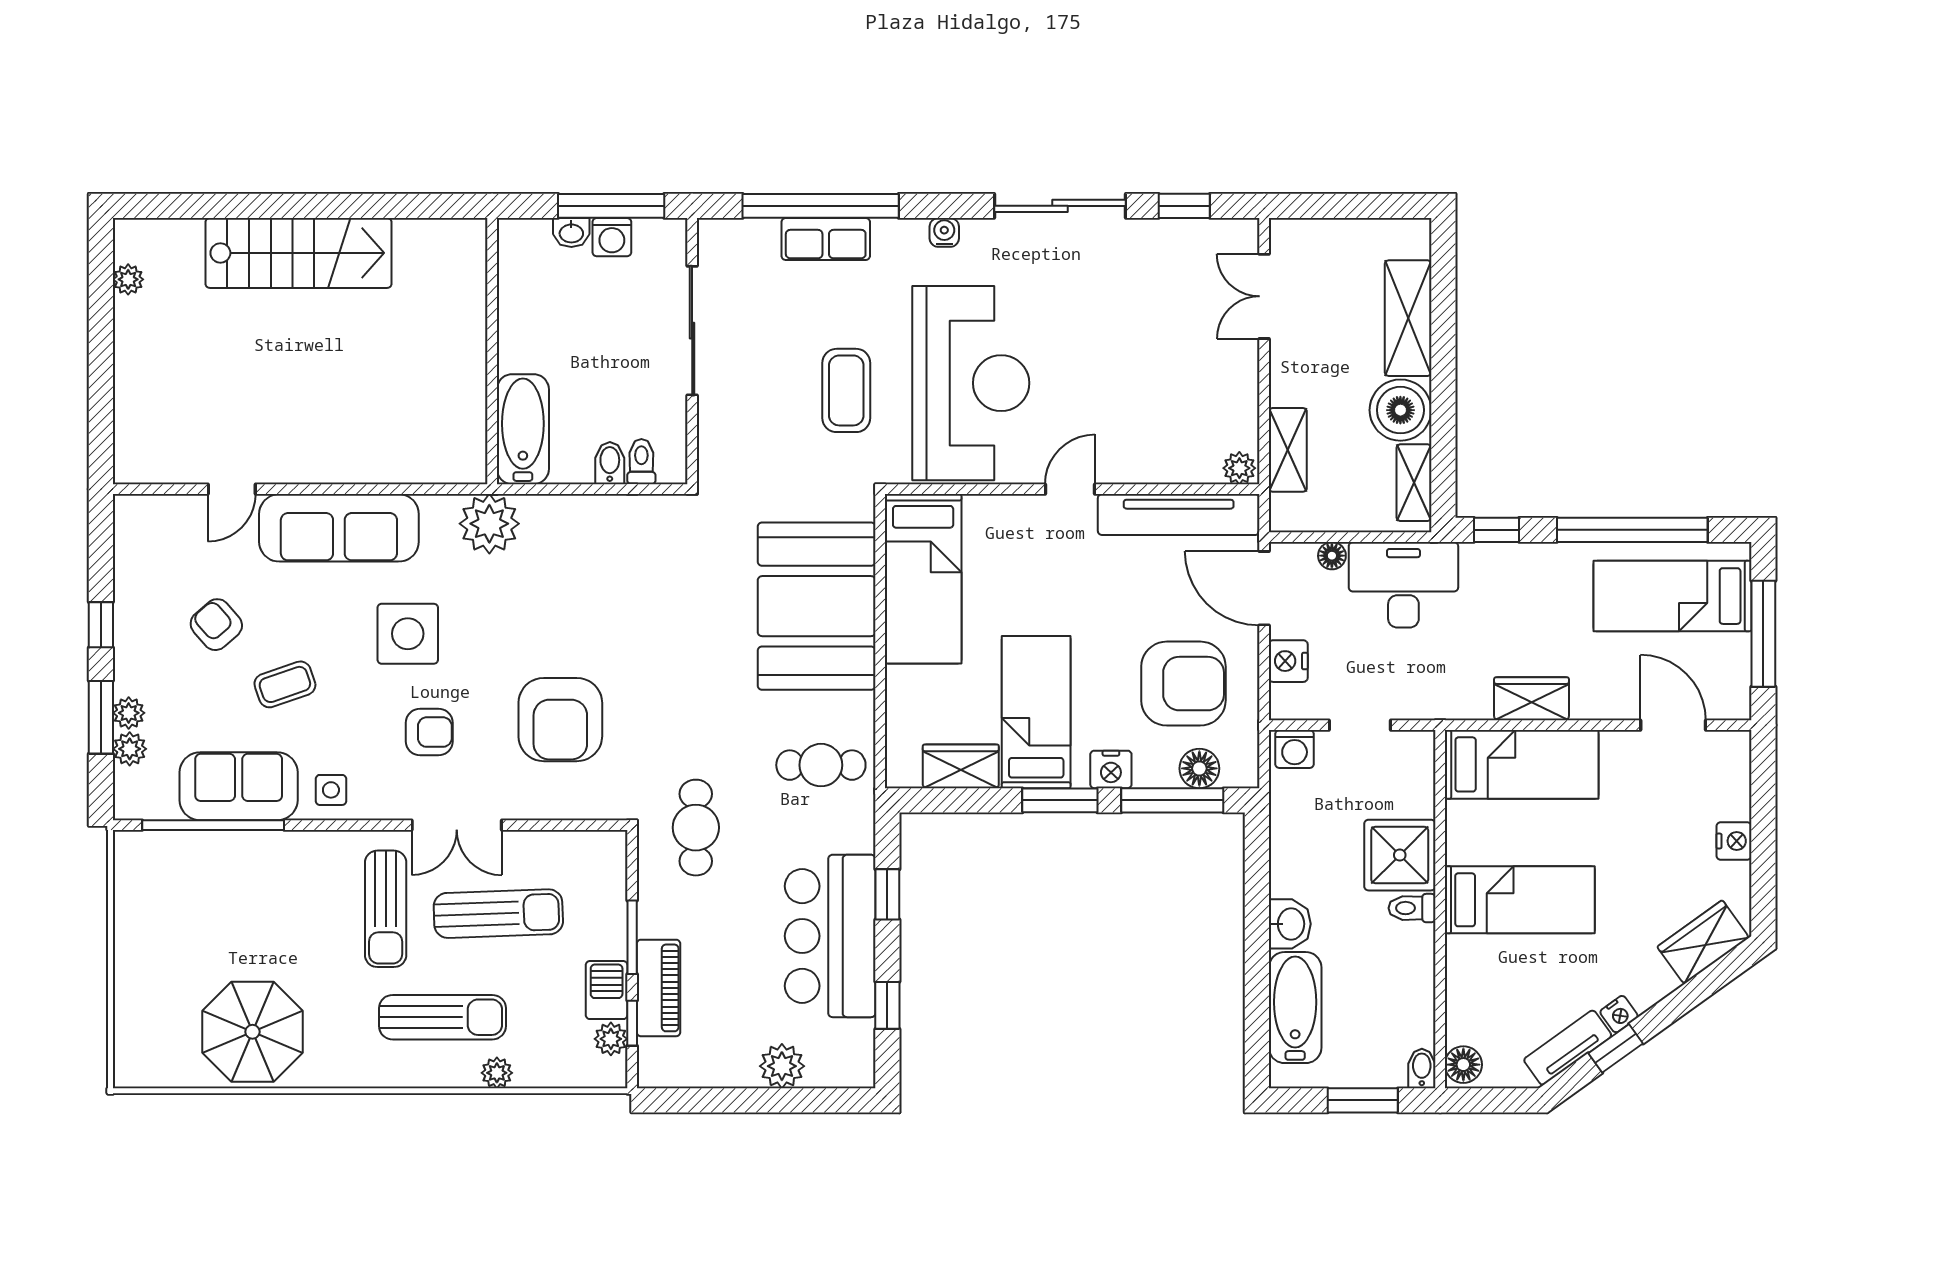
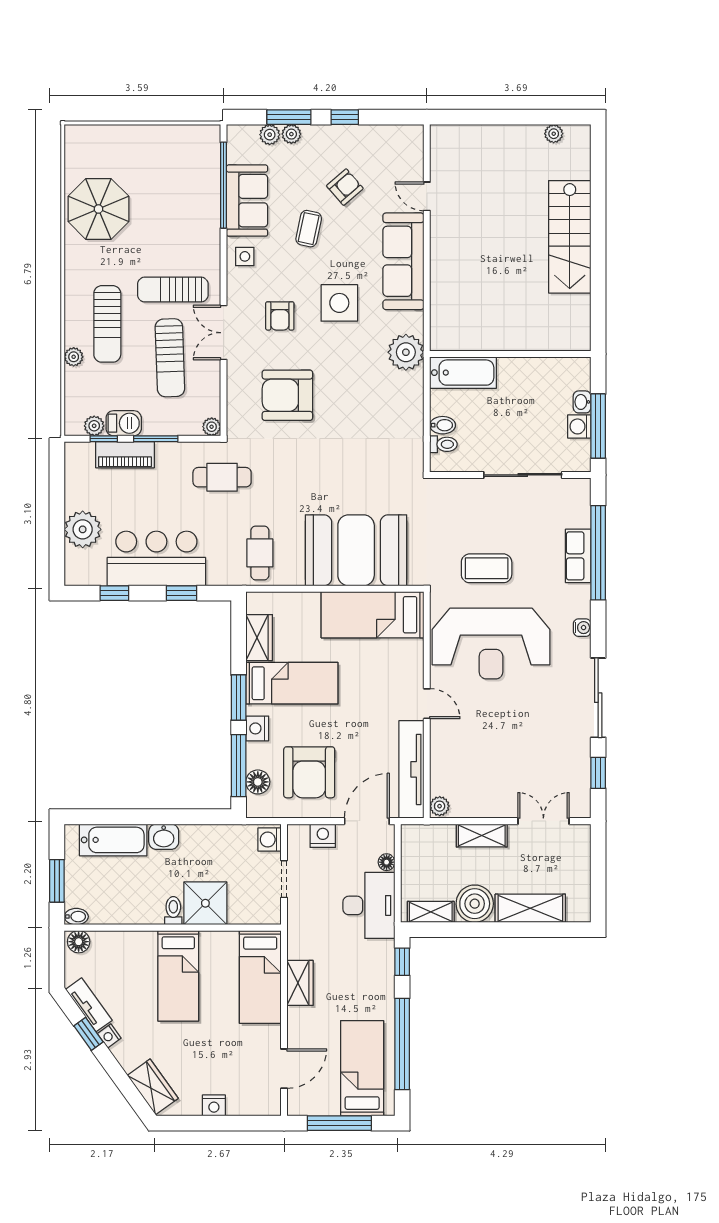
shelving: (1288, 450) -> (482, 835), moved
coffee table: (285, 684) -> (309, 229), turned 31
plant: (612, 845) -> (212, 427), added
plant: (782, 1066) -> (83, 529), width x1.36, depth x1.36

